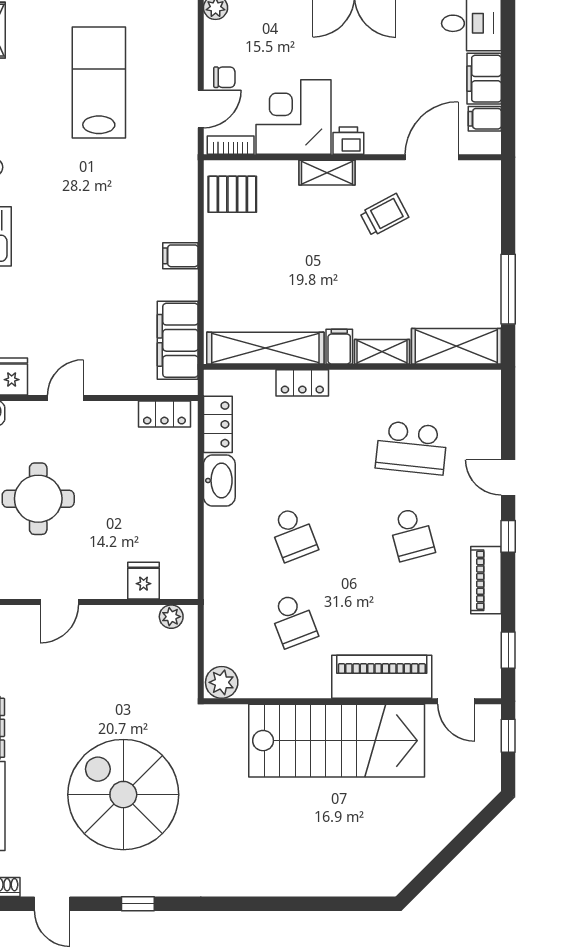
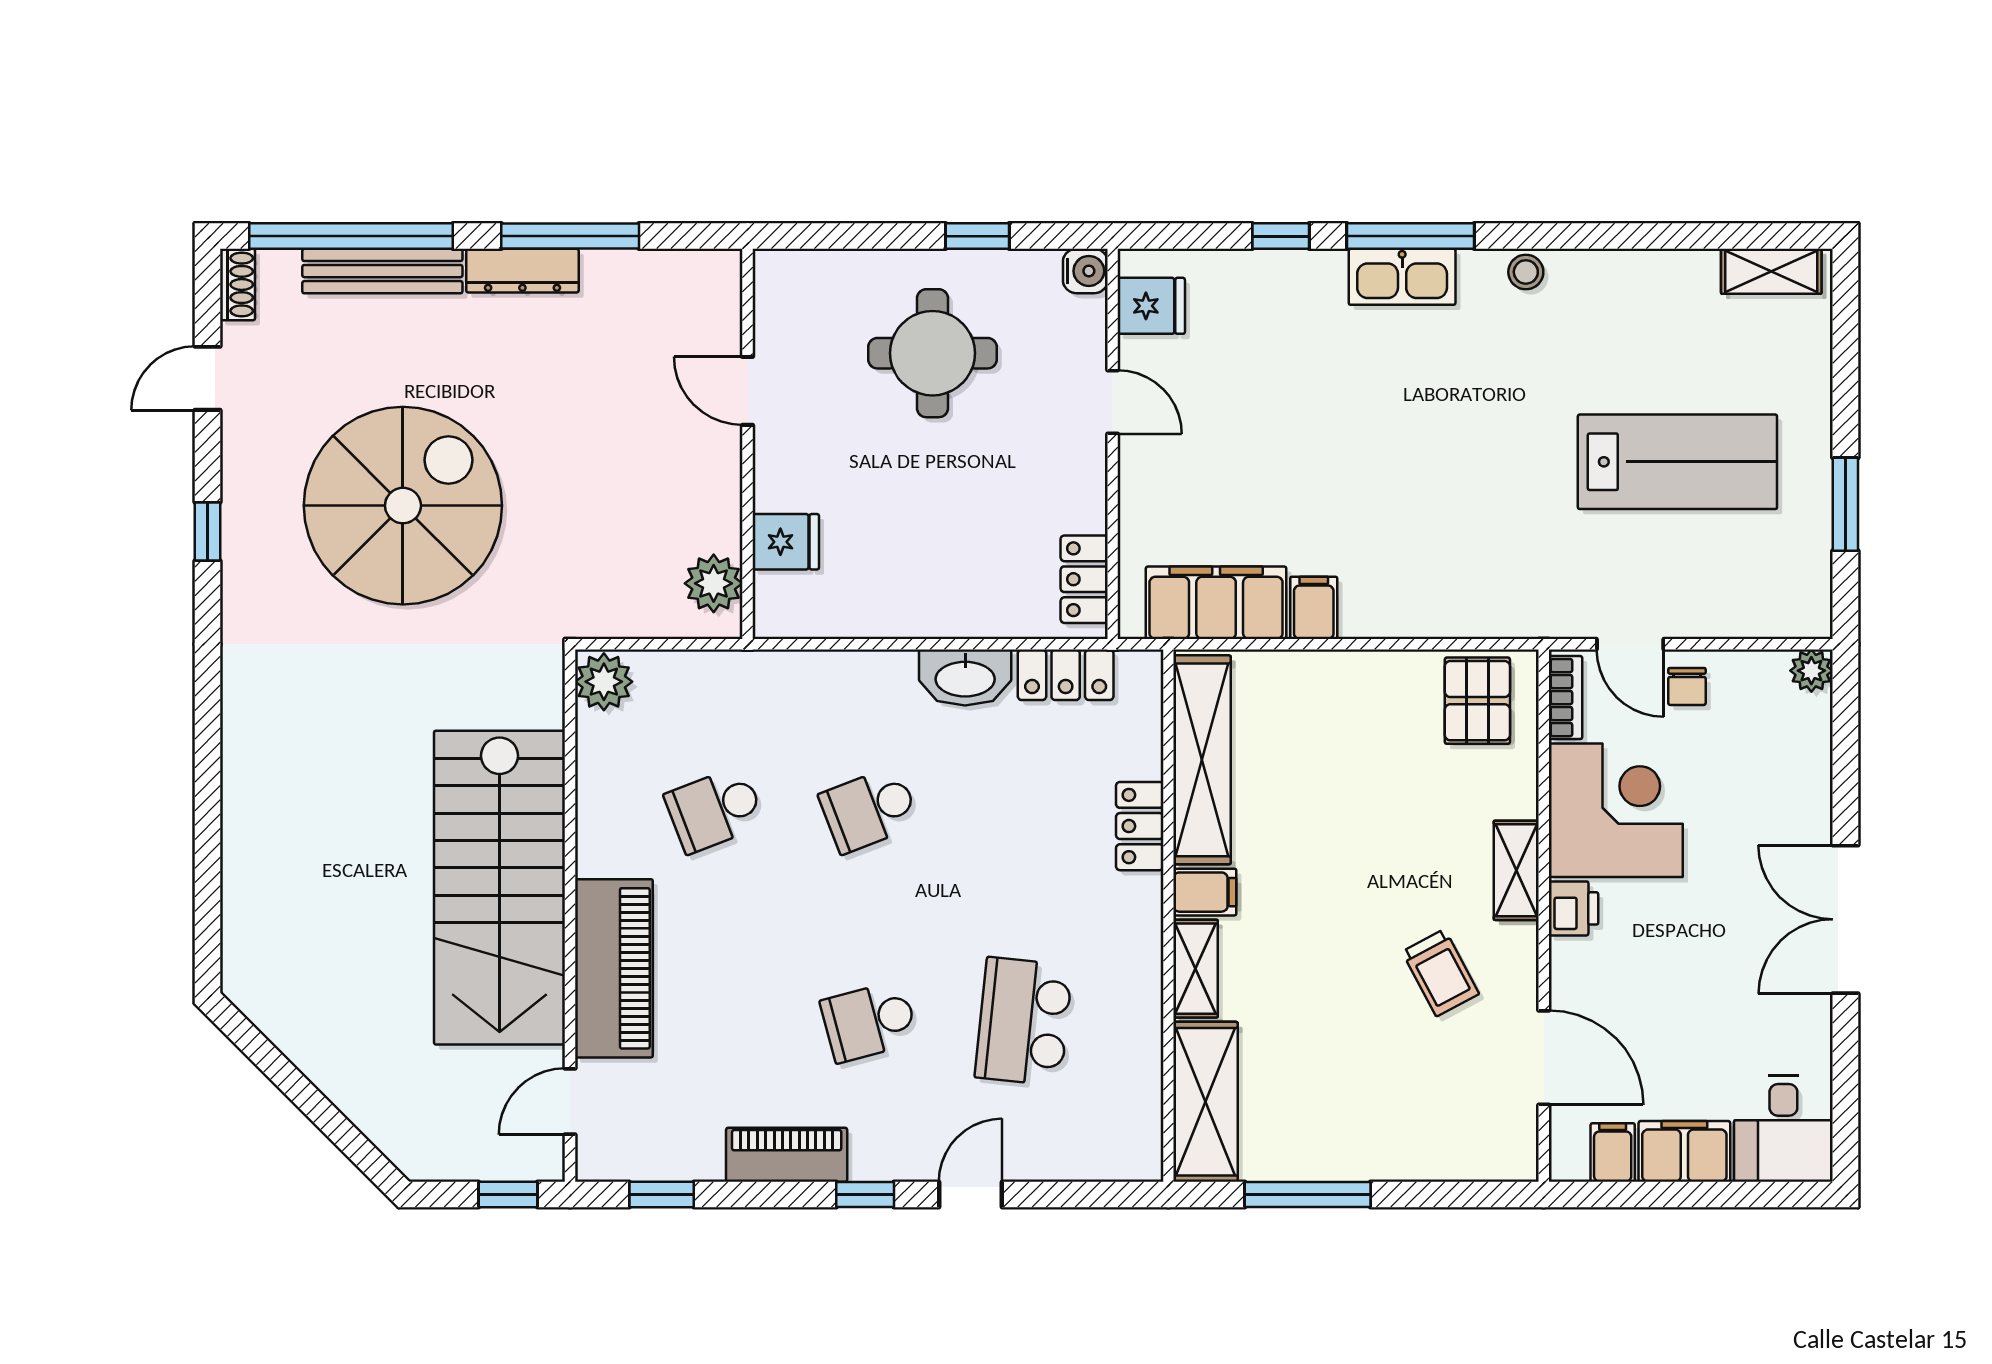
filing cabinet: (180, 256) -> (1314, 608), moved
plant: (171, 617) -> (714, 583), width x1.38, depth x1.38

